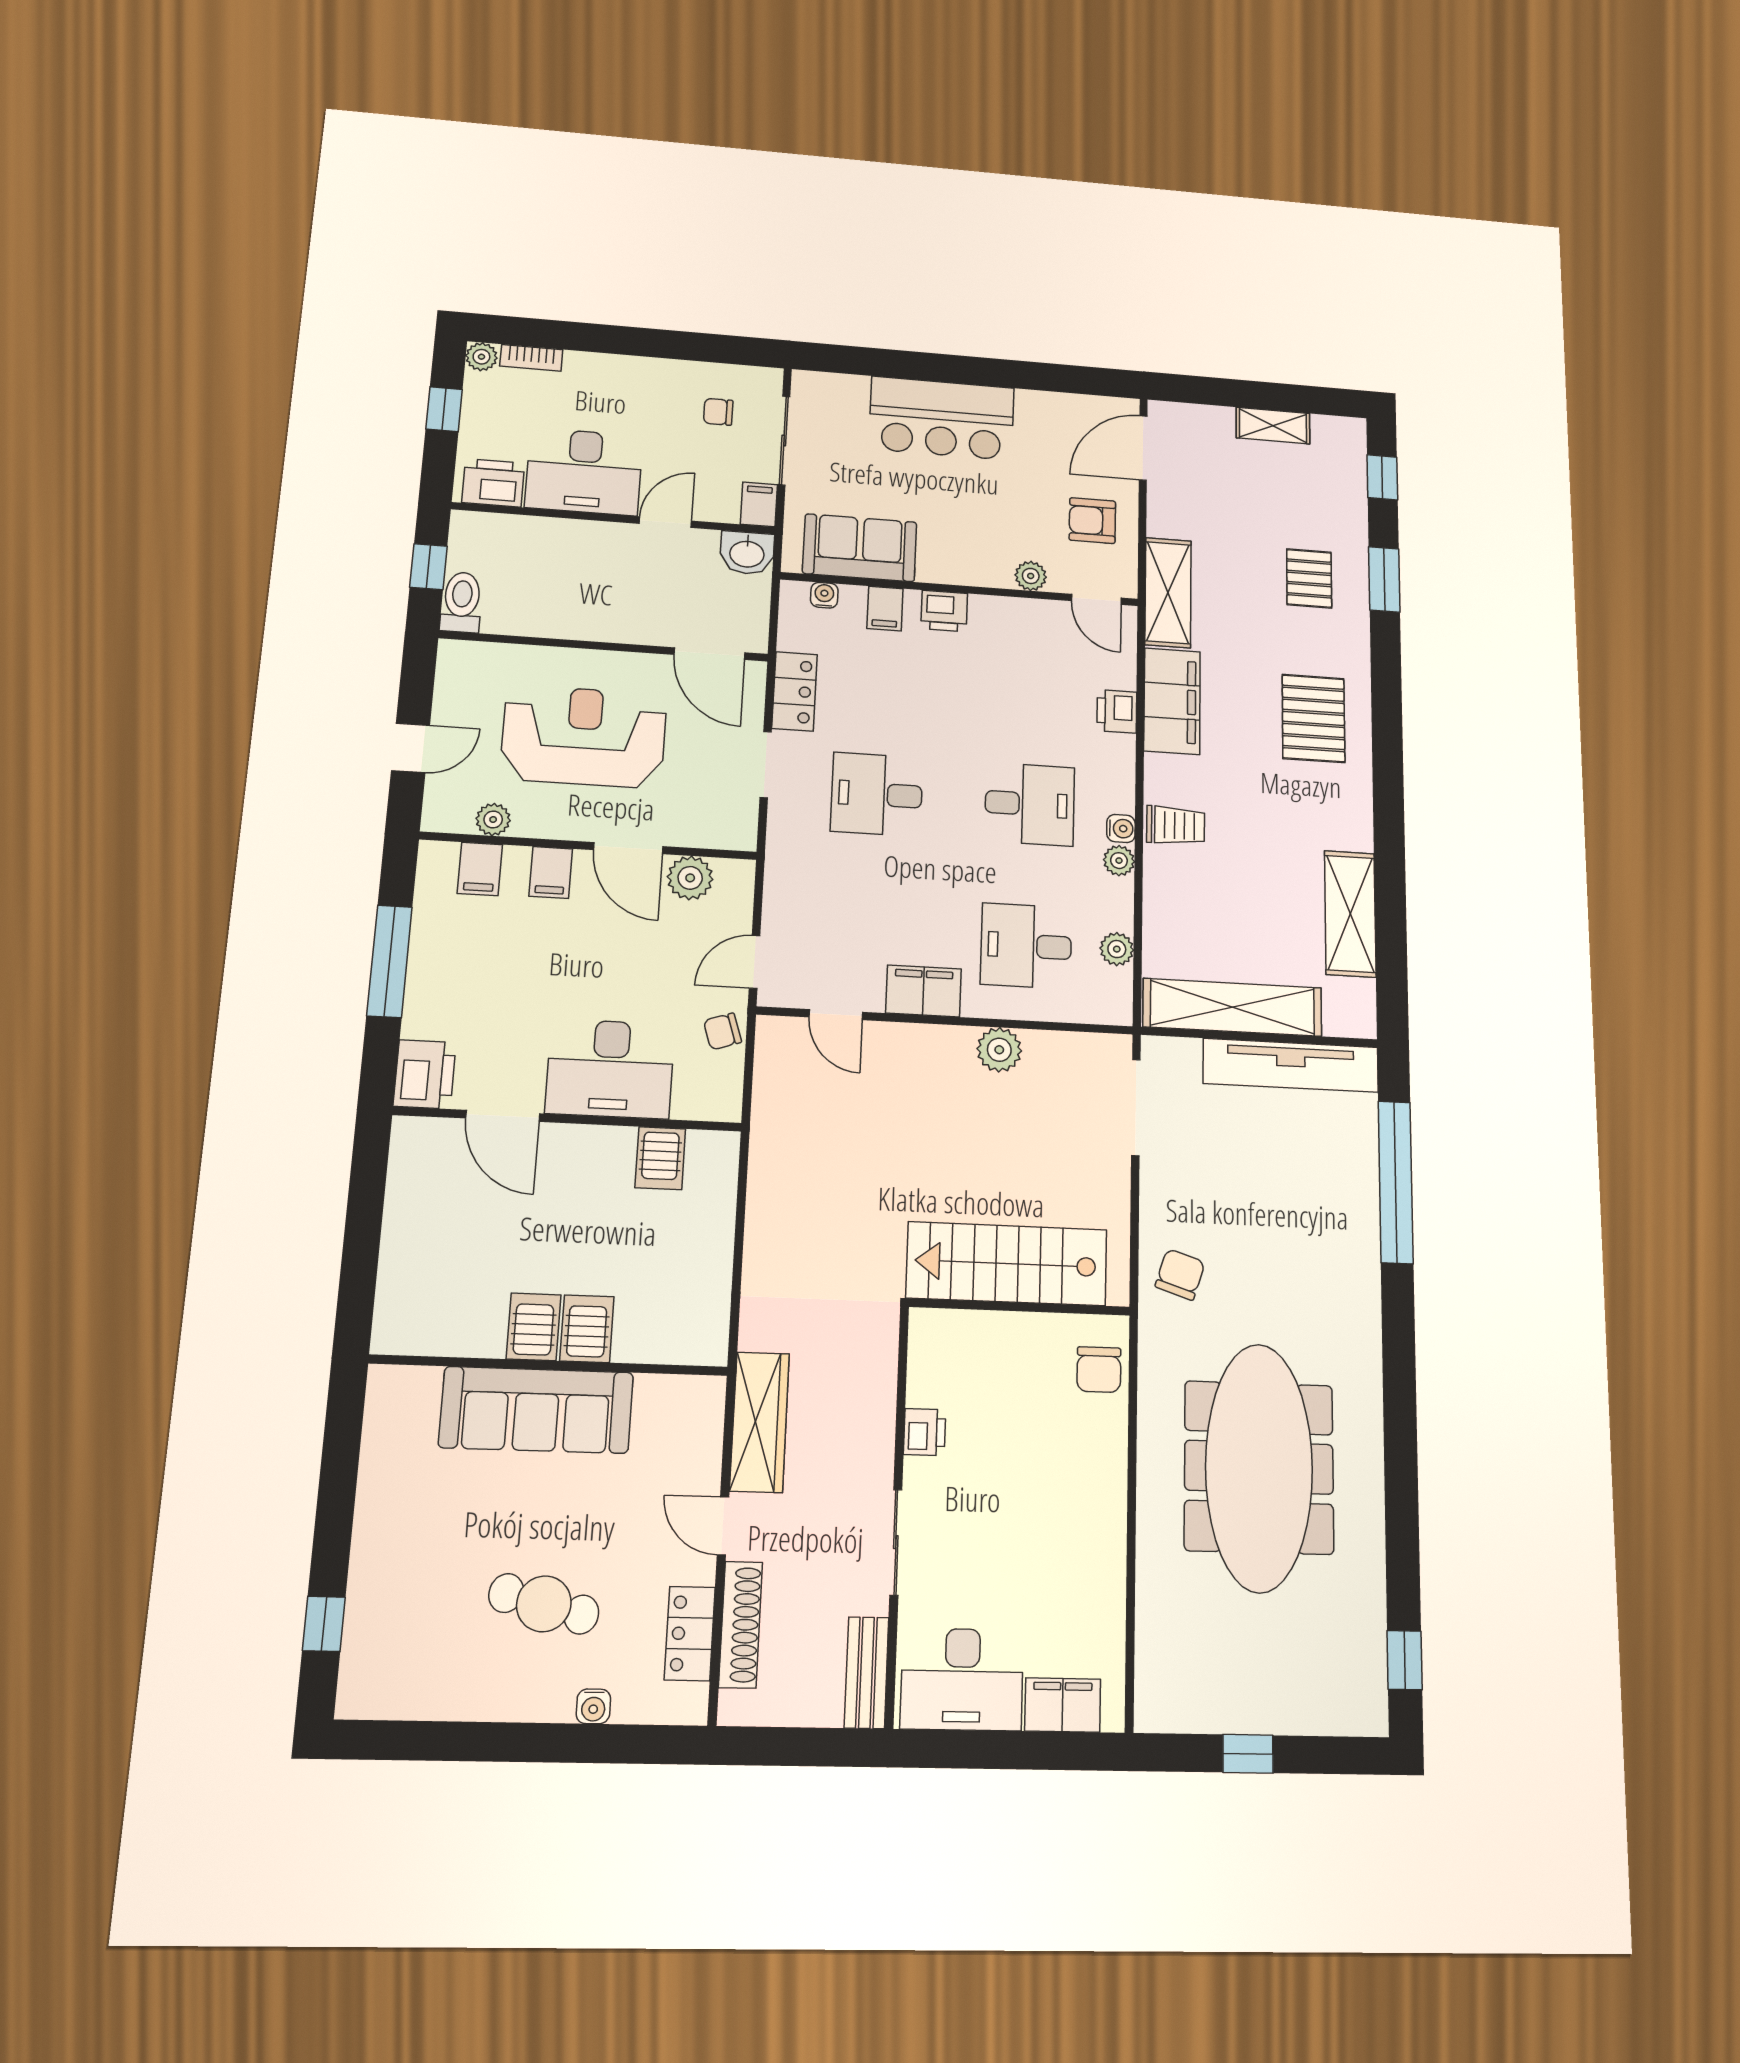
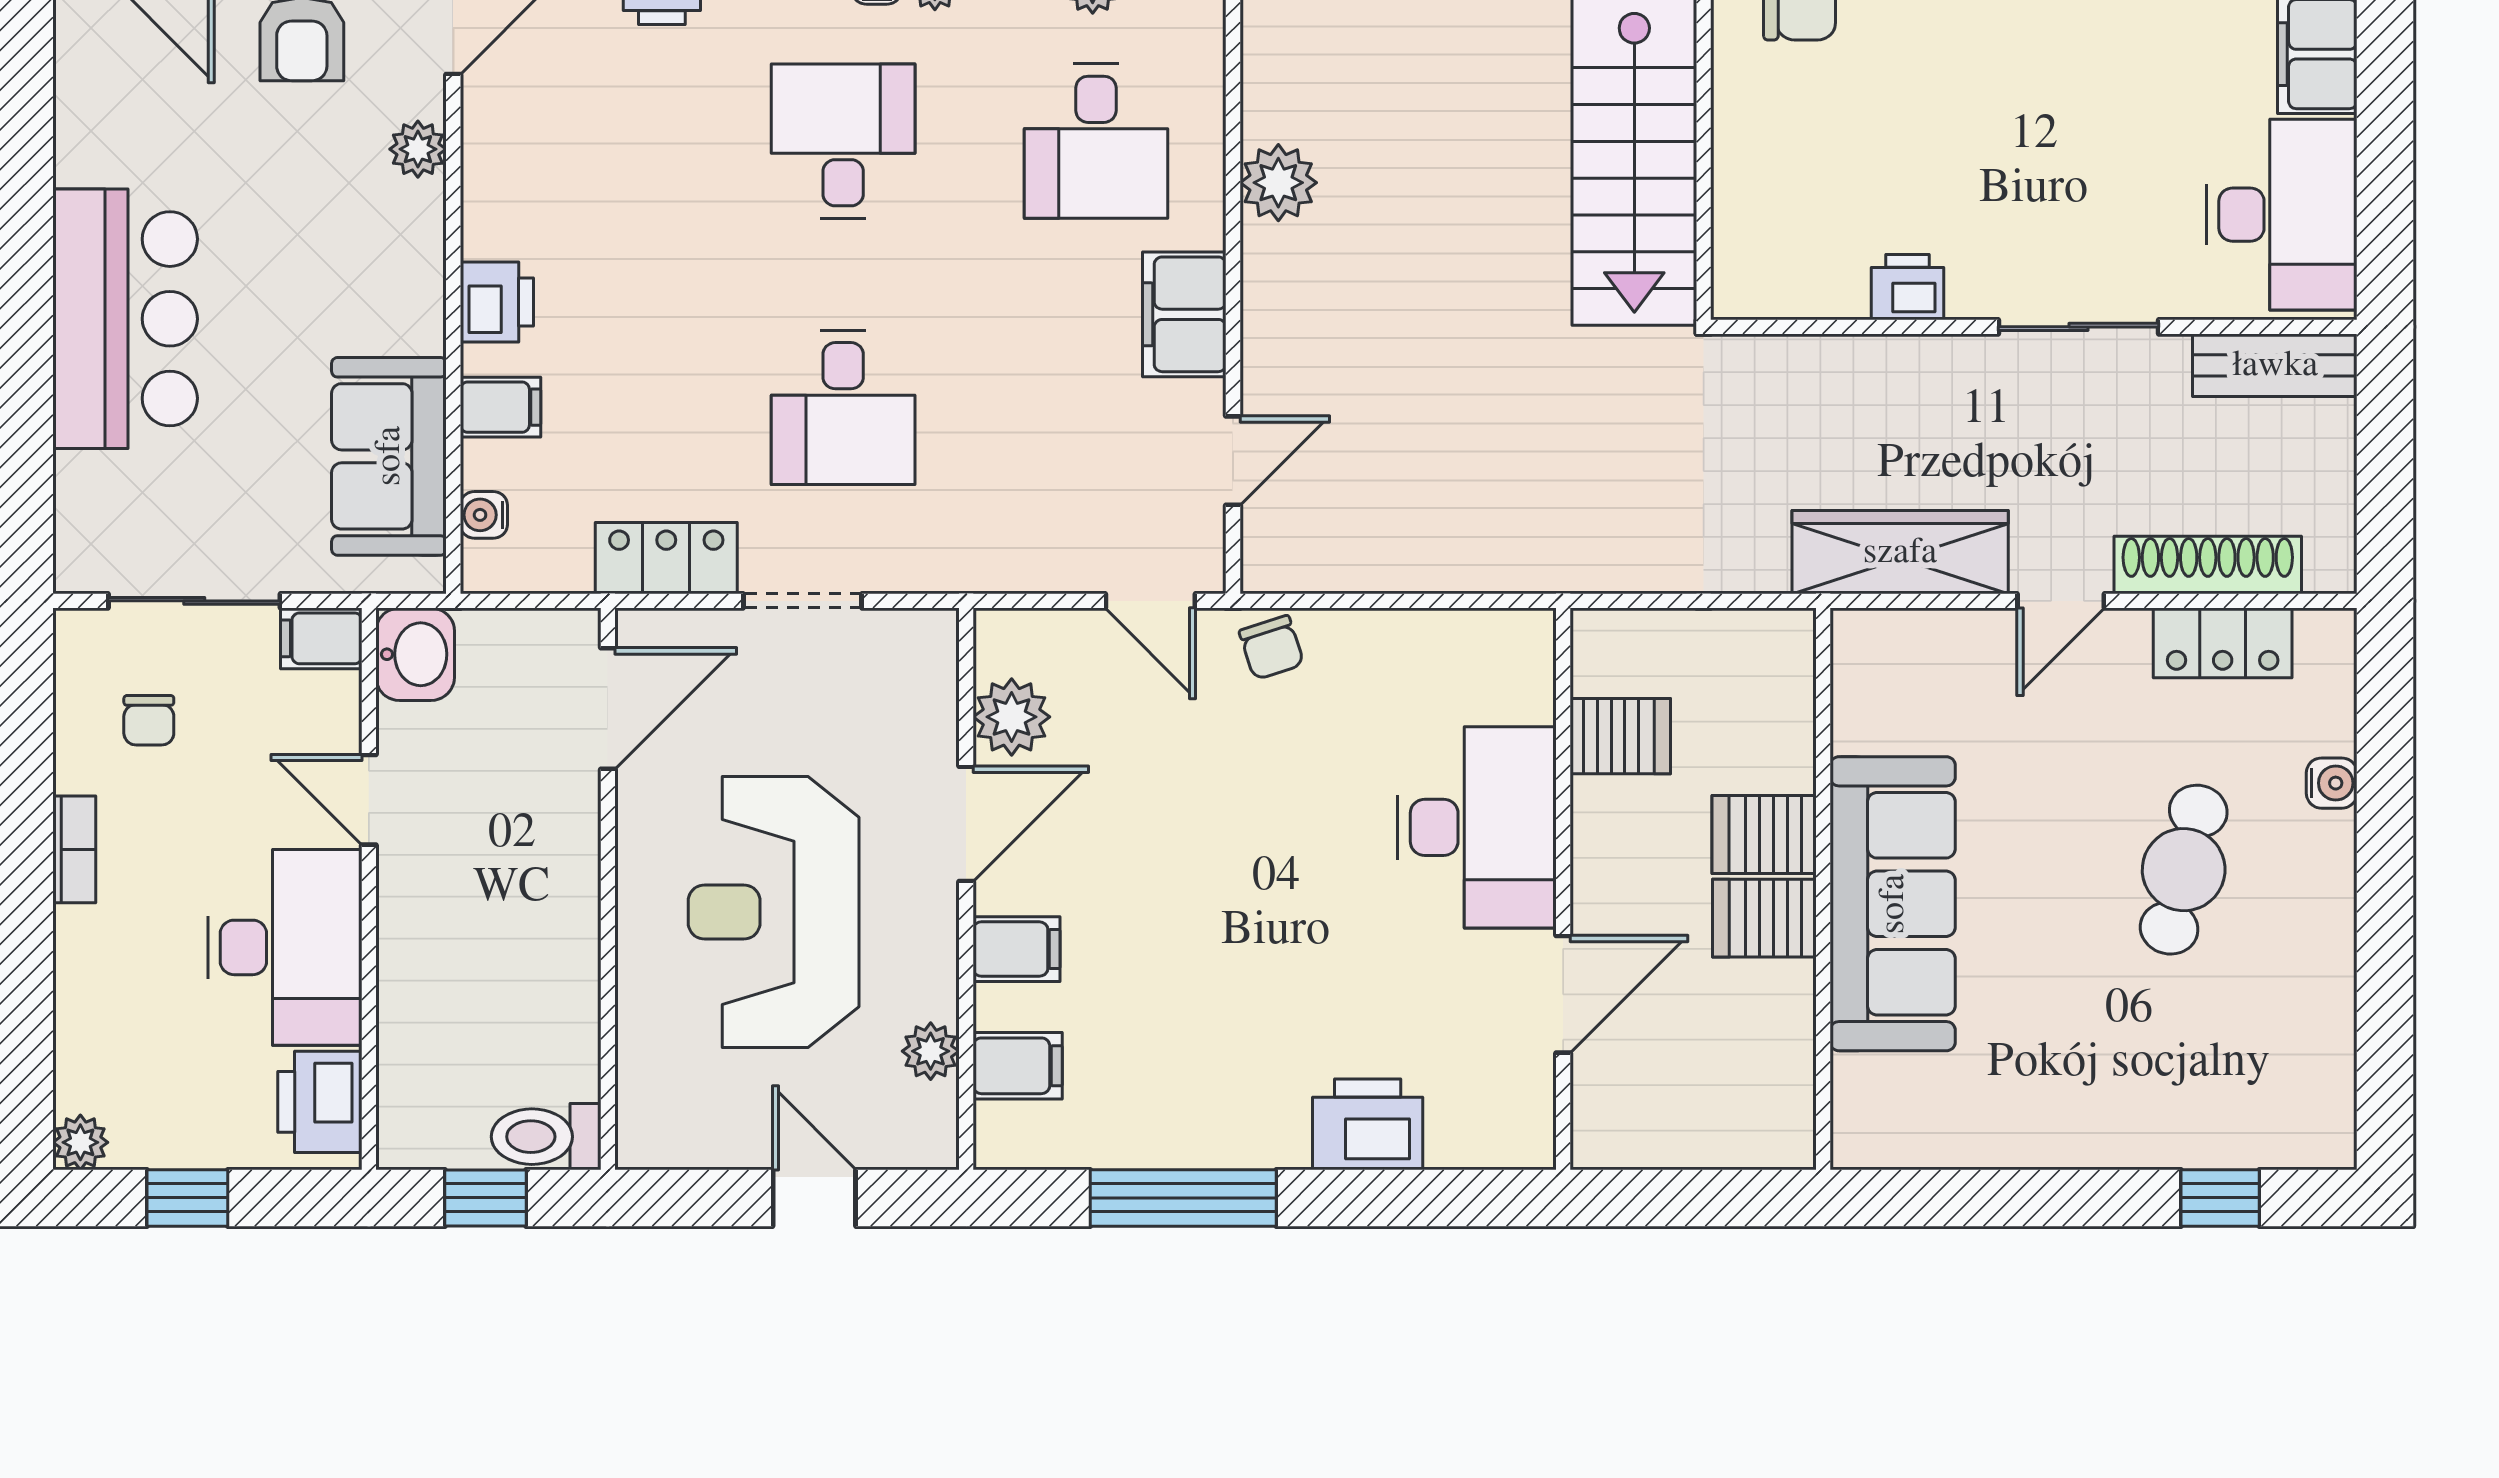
bookcase: (531, 358) -> (74, 849), moved
desk: (610, 1069) -> (1477, 827), moved
door: (503, 1116) -> (1563, 994), moved
wall: (568, 1119) -> (1563, 889), moved
server rack: (660, 1158) -> (1620, 736), moved

